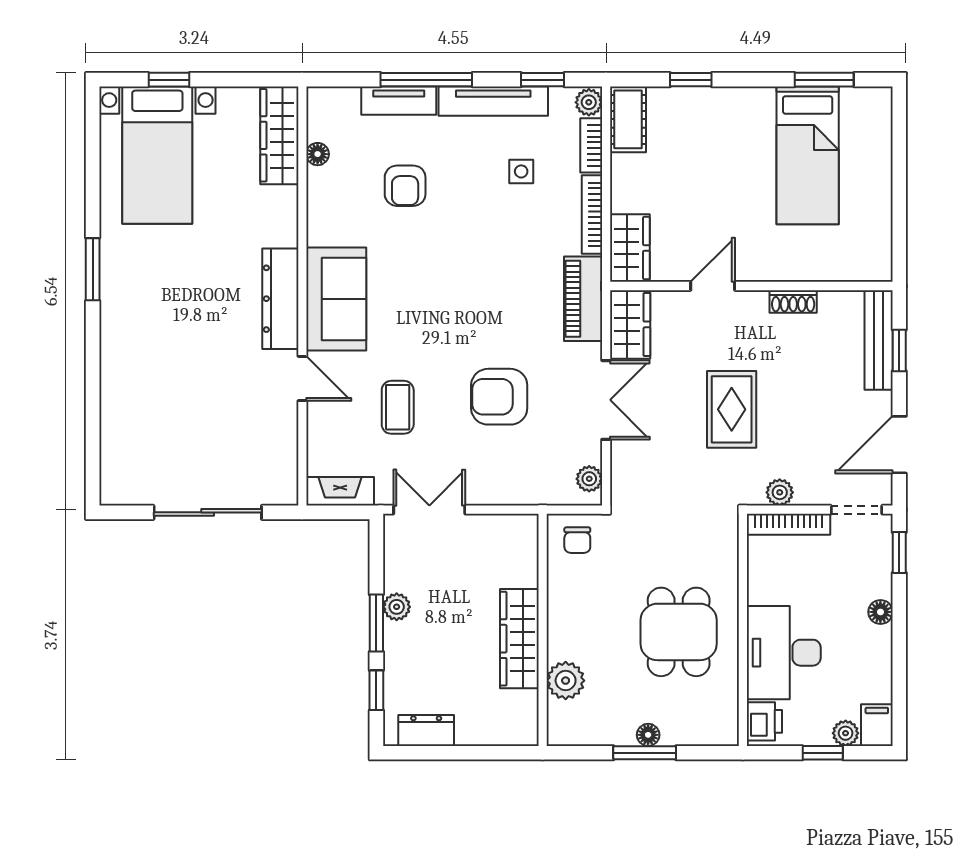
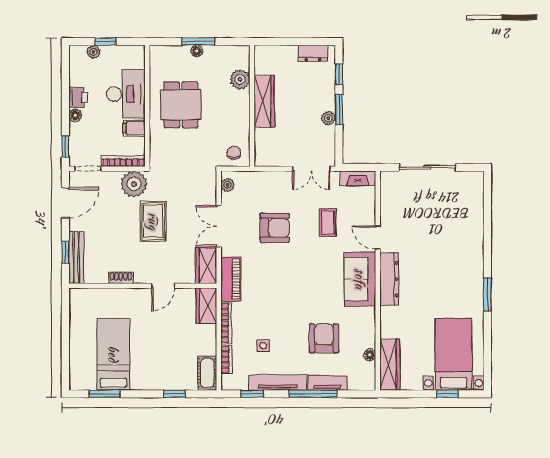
plant: (589, 102) -> (228, 382), removed
armchair: (405, 186) -> (324, 338), width x1.38, depth x1.38
plant: (780, 492) -> (134, 184), width x1.87, depth x1.87
printer: (764, 721) -> (78, 97), moved, turned 180
filing cabinet: (877, 725) -> (134, 128), moved, turned 90

